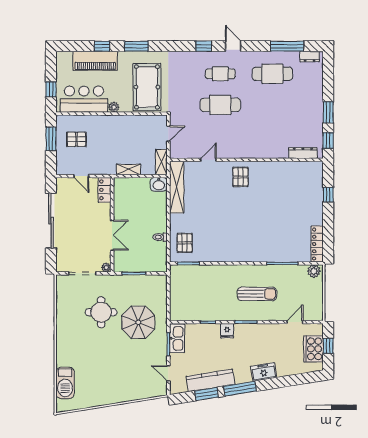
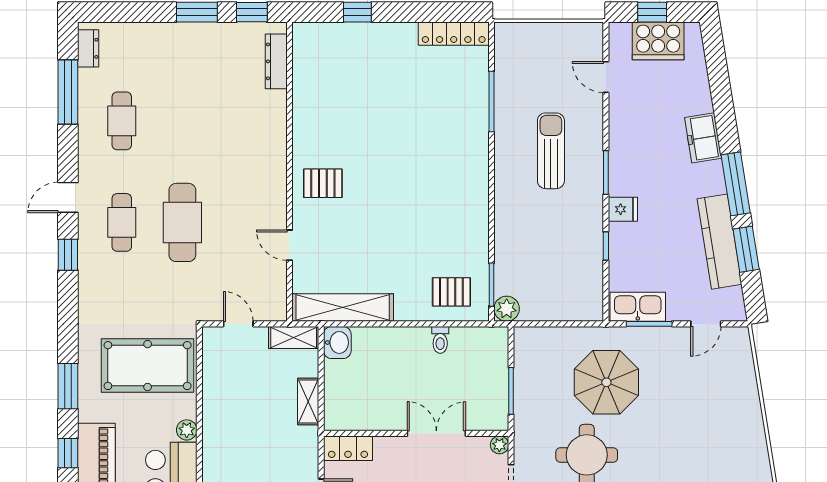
cafe table: (272, 74) -> (122, 121), width x0.73, depth x0.74
plant: (314, 271) -> (507, 309), moved

